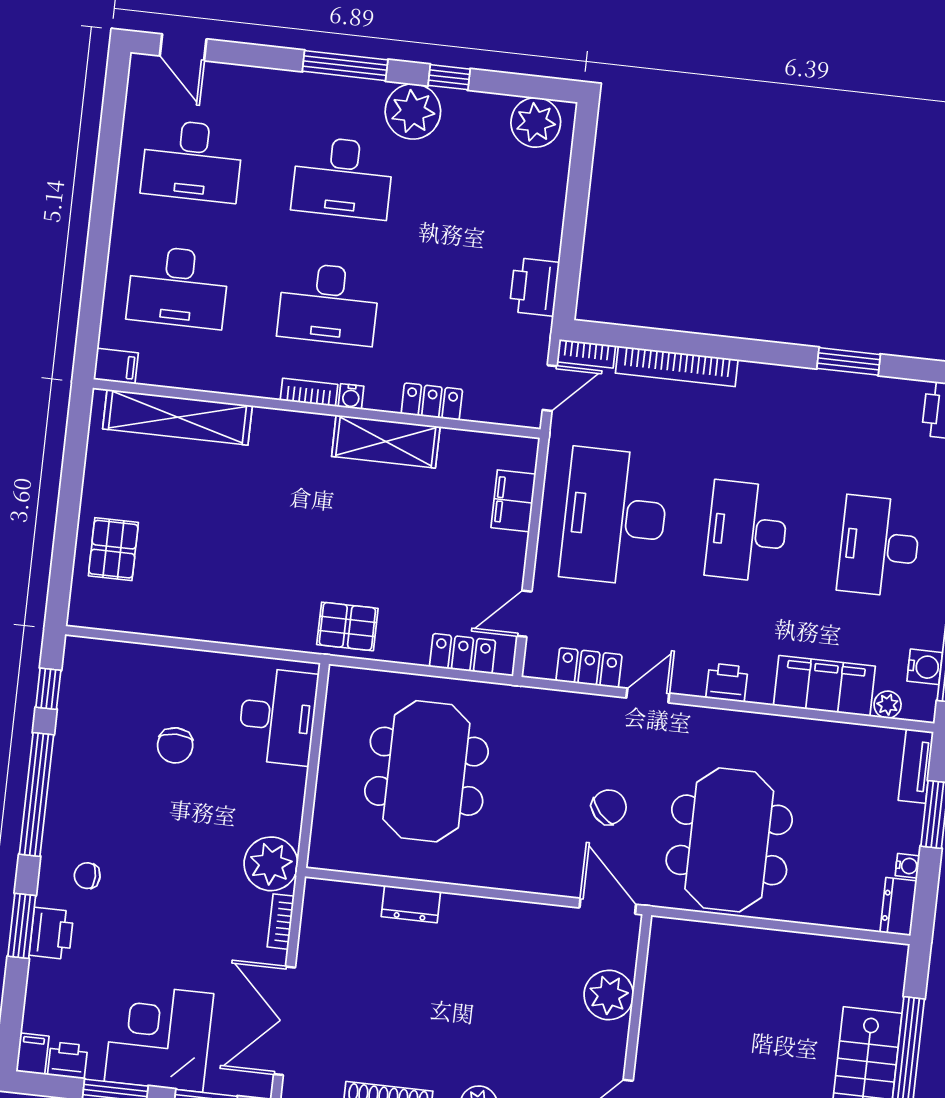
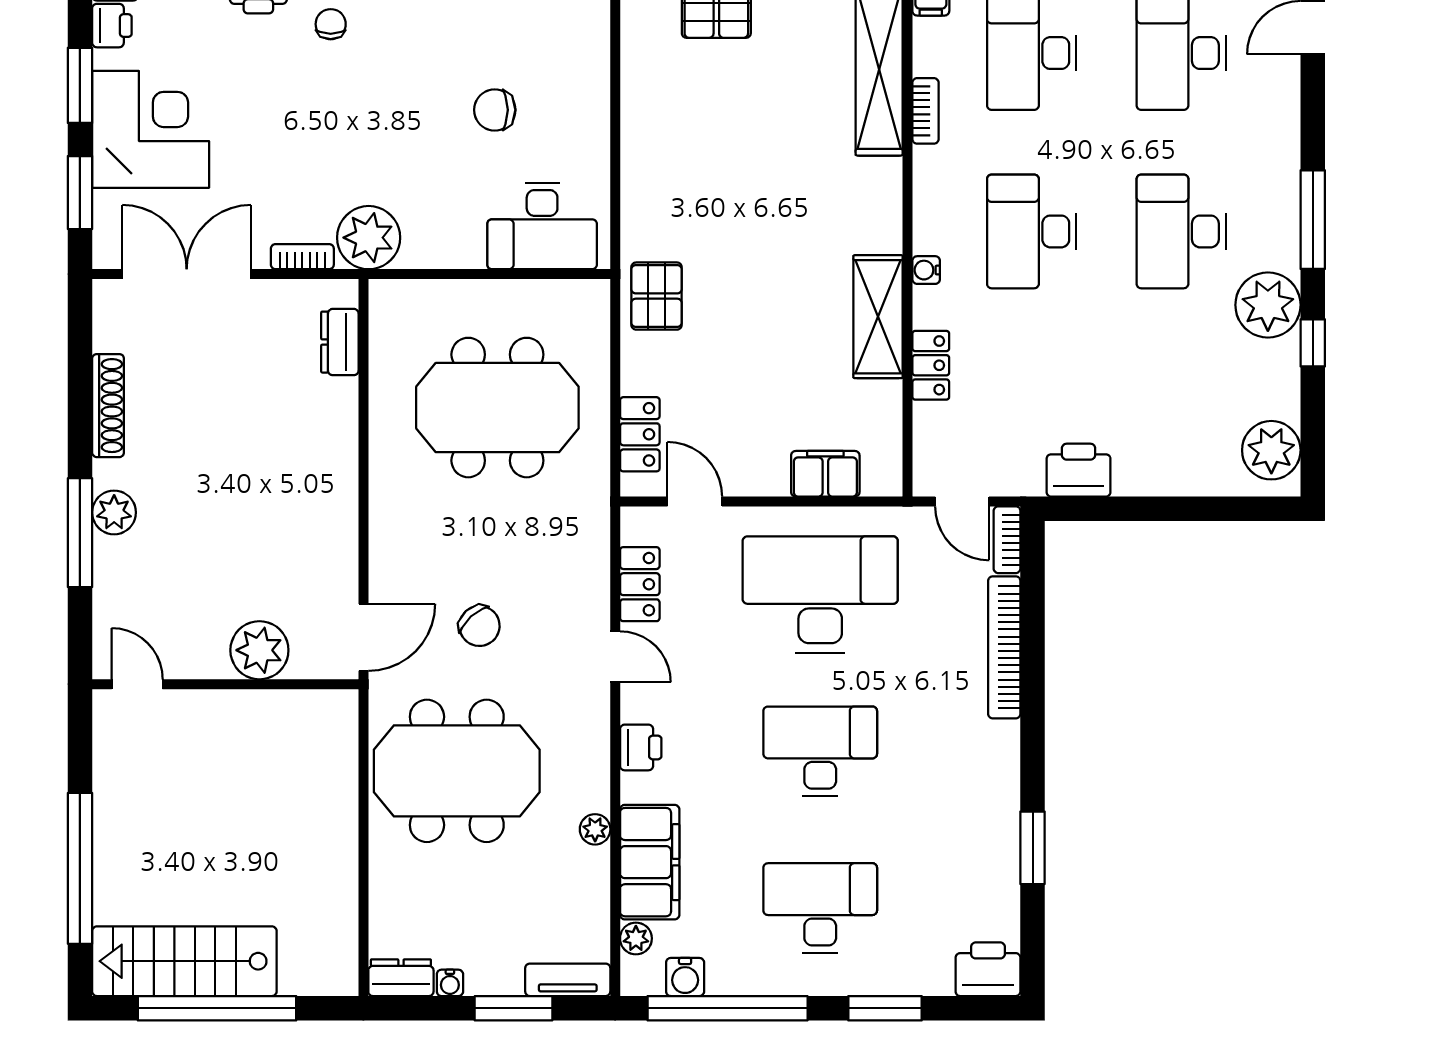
bookcase: (309, 392) -> (925, 111), moved
plant: (792, 729) -> (595, 829), added
dresser: (411, 904) -> (340, 342), moved

